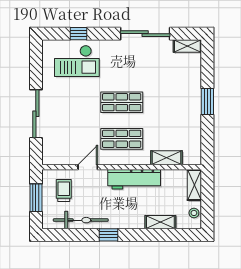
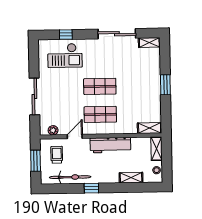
plant: (60, 158) -> (53, 130), added
shelving: (167, 158) -> (150, 128), moved

